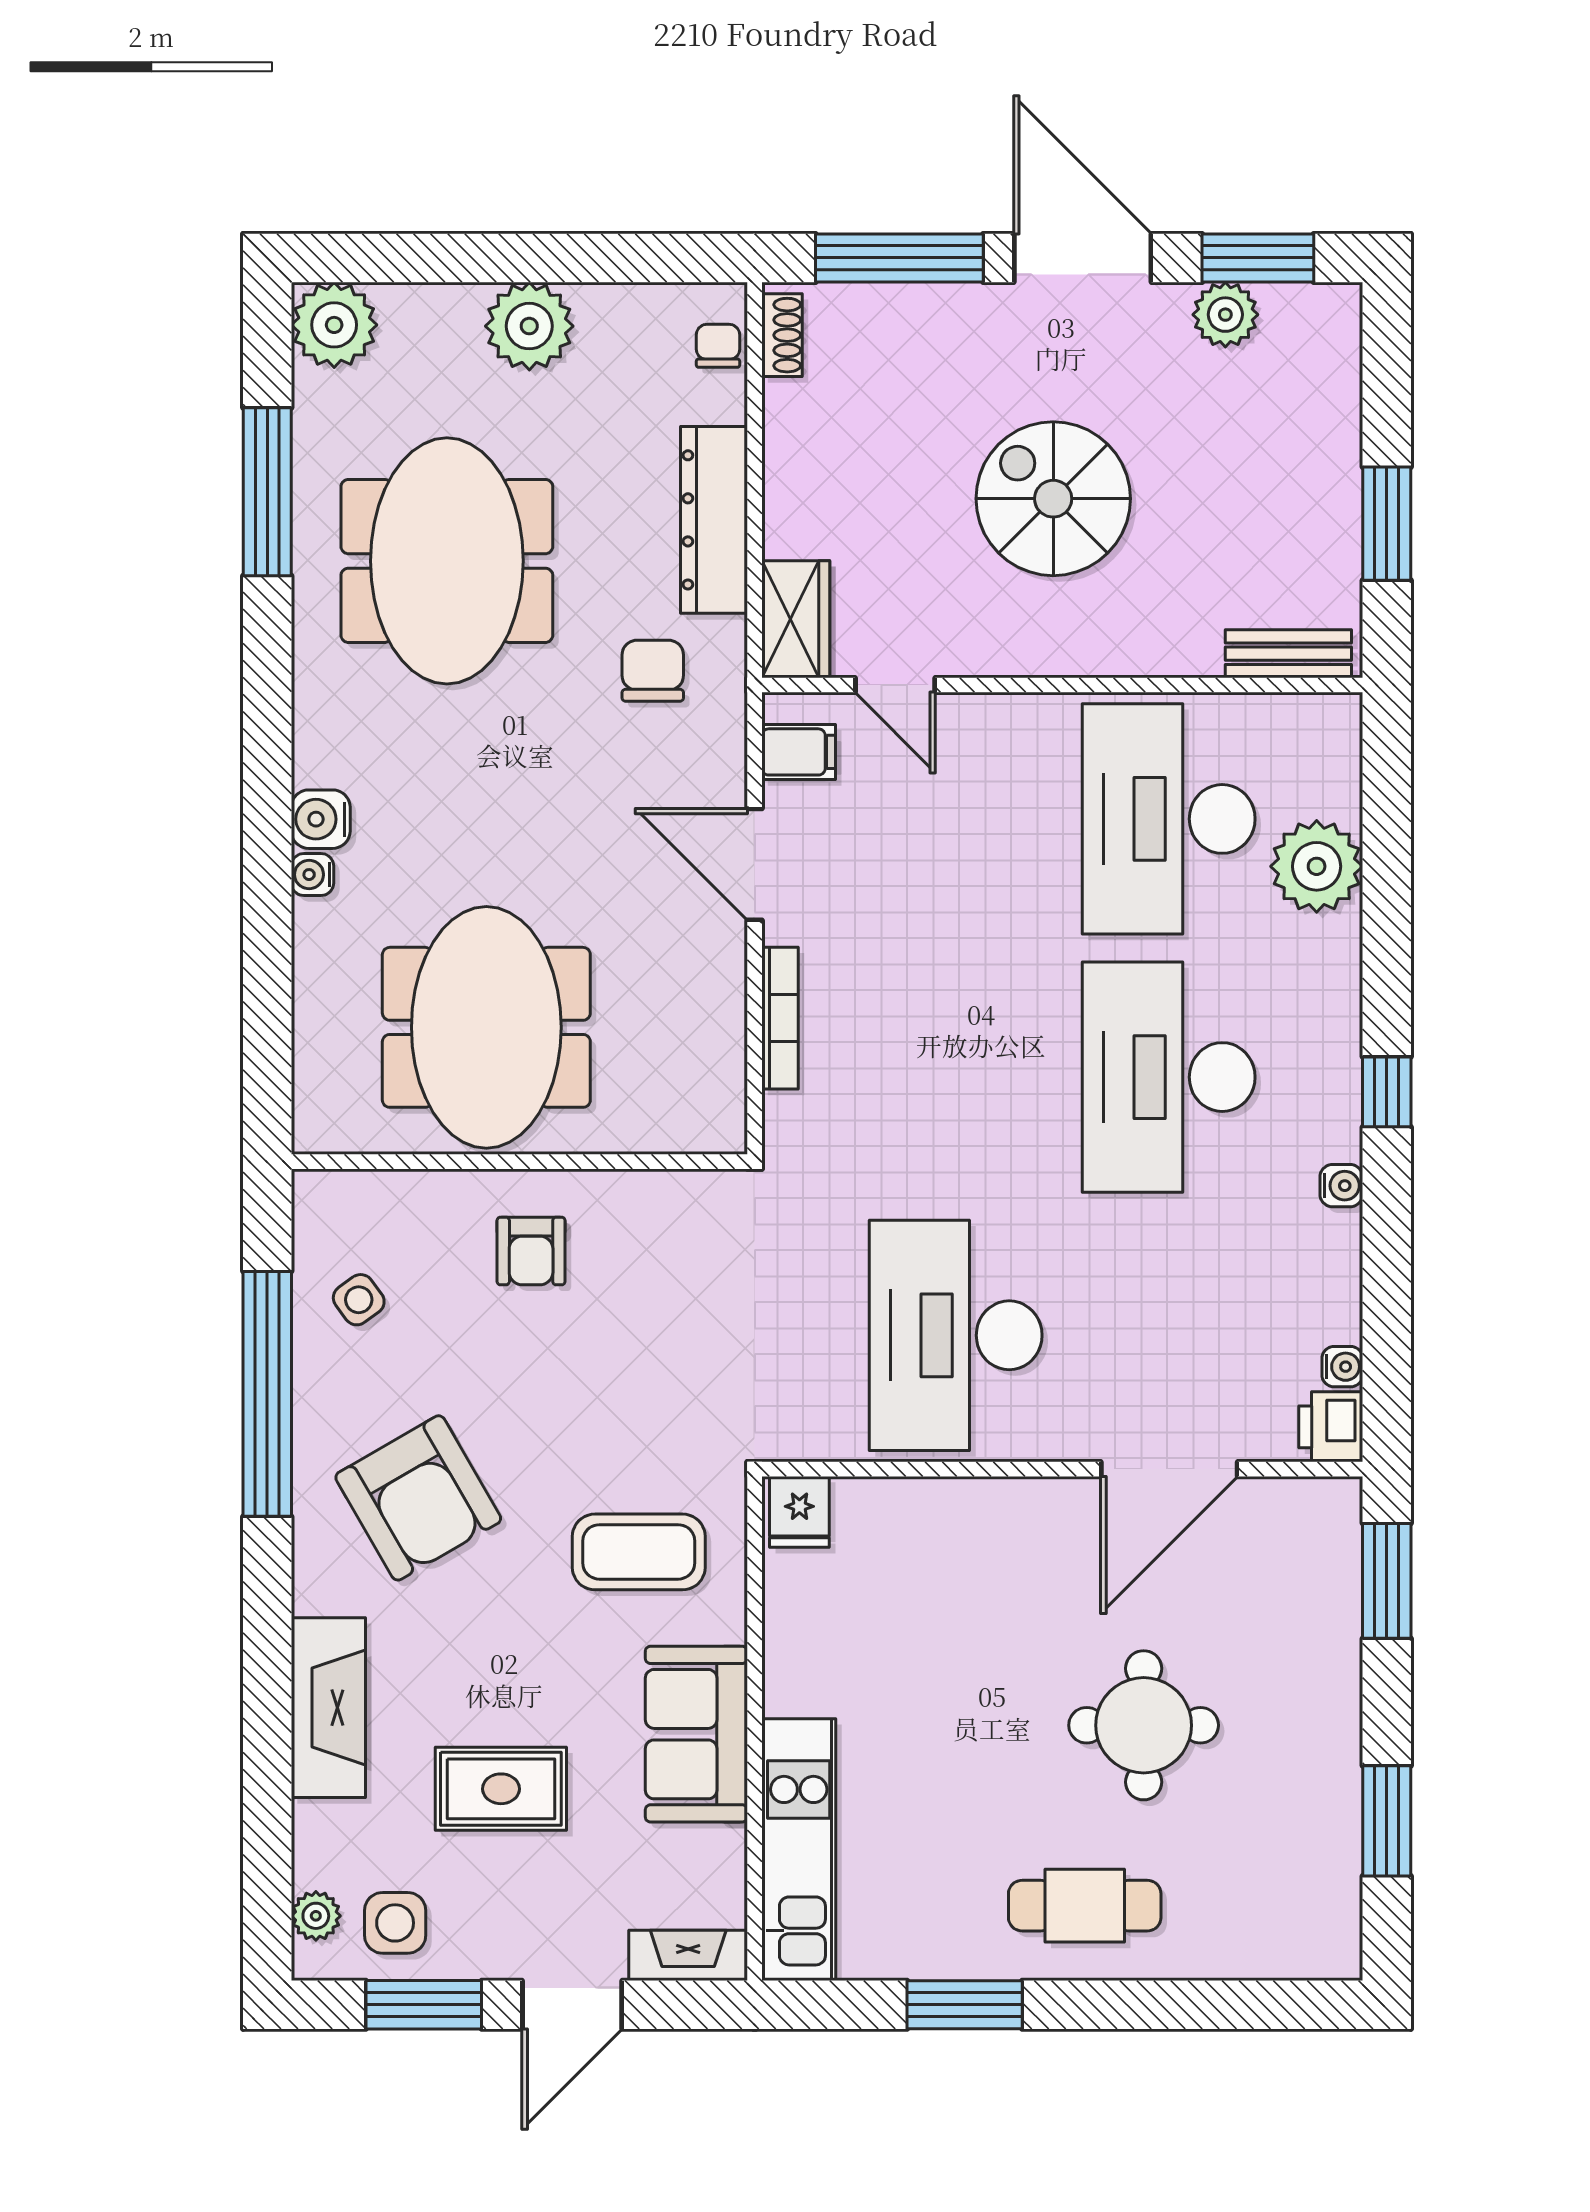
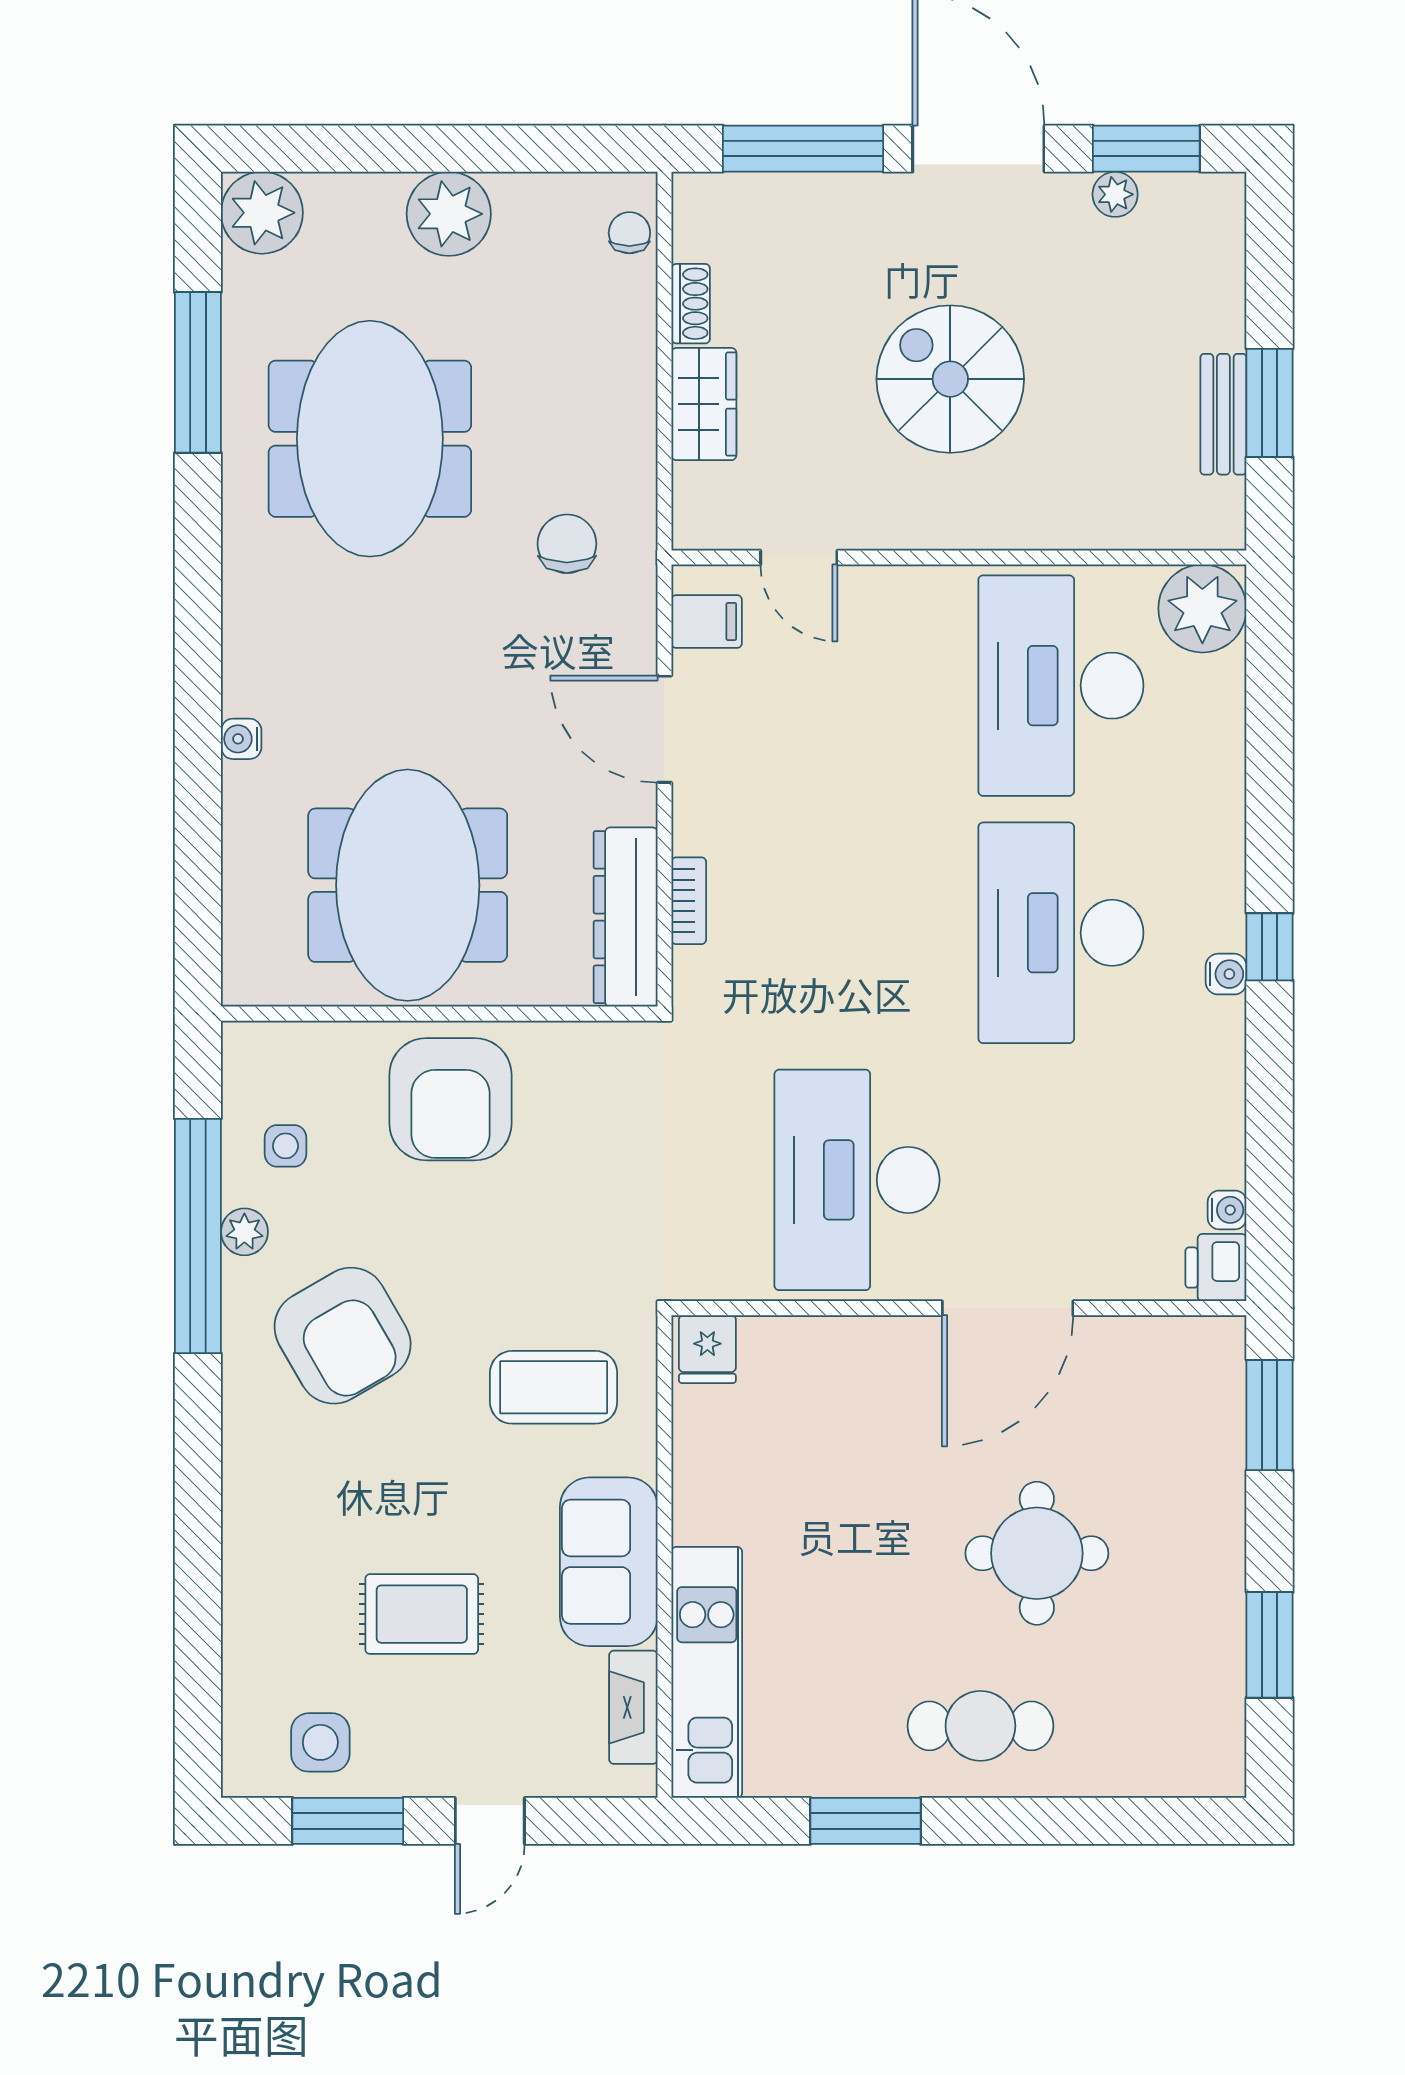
plant: (1225, 315) -> (1115, 194), width x0.73, depth x0.73
shoe rack: (782, 335) -> (691, 304), moved
dresser: (714, 520) -> (626, 917), moved
wardrobe: (796, 619) -> (704, 404), moved
bench: (1288, 654) -> (1223, 414), moved, turned 90
water cooler: (321, 819) -> (249, 686), removed
plant: (1317, 866) -> (1202, 608), moved
bookcase: (780, 1018) -> (689, 901), width x0.64
water cooler: (1341, 1186) -> (1226, 974), moved
armchair: (531, 1251) -> (450, 1099), width x1.88, depth x1.88
side table: (359, 1300) -> (285, 1146), turned 36
door: (1169, 1469) -> (1008, 1308), moved
fireplace: (328, 1708) -> (256, 1536), removed
plant: (316, 1916) -> (244, 1232), moved
fireplace: (688, 1955) -> (633, 1707), moved, turned -90
door: (572, 2005) -> (490, 1821), width x0.73

